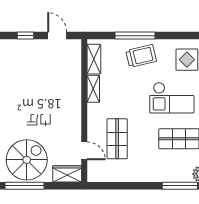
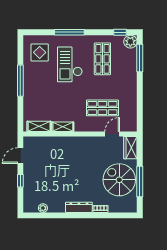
window: (135, 36) -> (20, 81), moved
trolley: (141, 56) -> (37, 89), removed
checkout: (172, 98) -> (70, 64), turned 180

